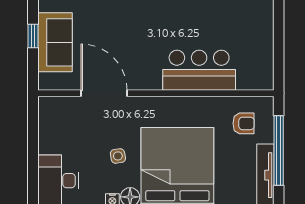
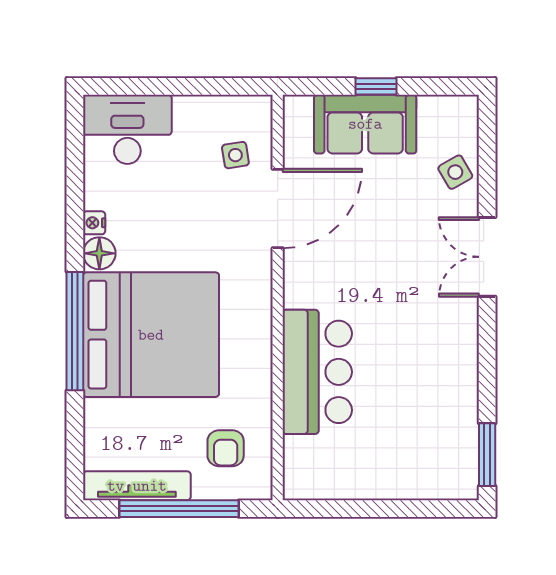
side table: (118, 156) -> (235, 155), moved

